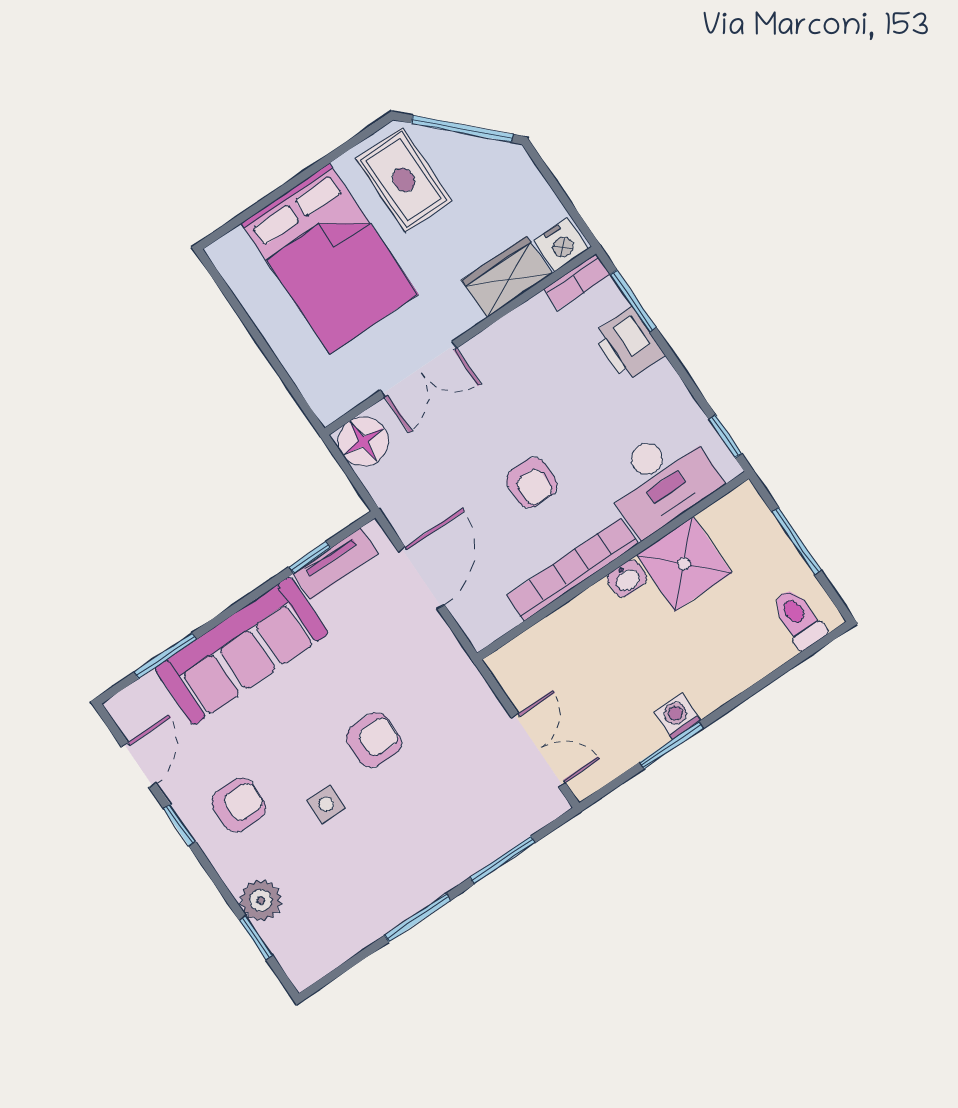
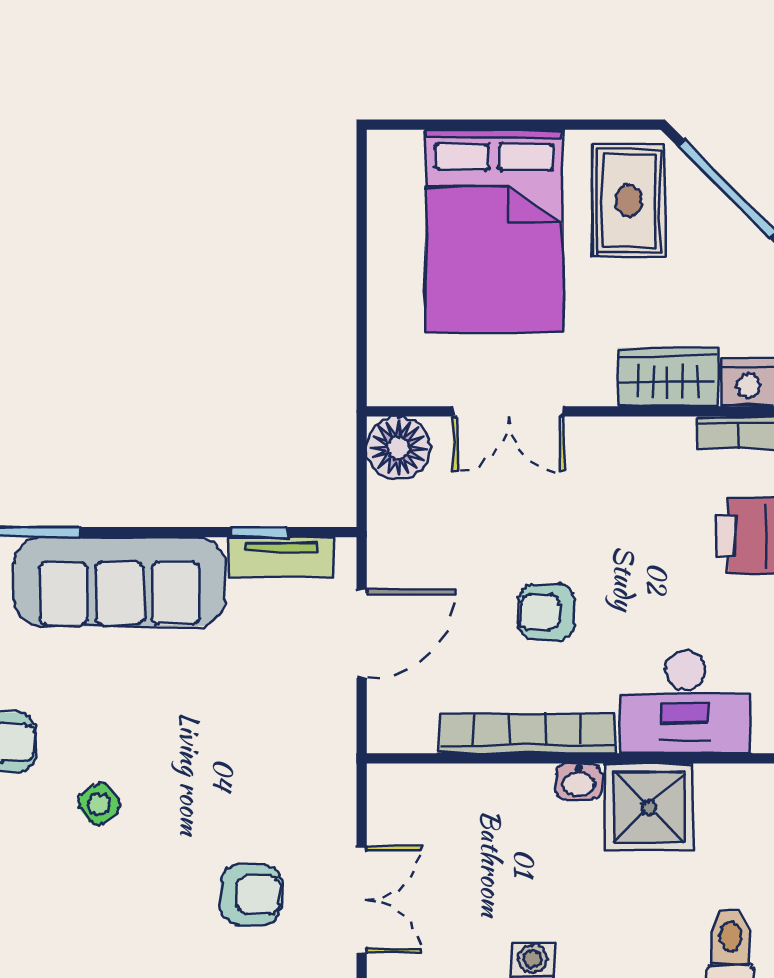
armchair: (532, 483) -> (547, 612), turned 90
armchair: (374, 740) -> (251, 895), moved
side table: (326, 804) -> (99, 804), turned -37

